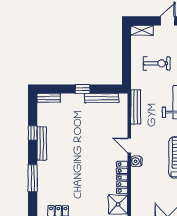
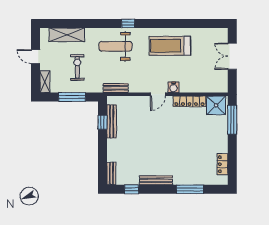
window: (126, 58) -> (72, 97), added
window: (82, 89) -> (103, 122), moved
bench: (136, 107) -> (116, 88), width x0.73
window: (33, 133) -> (132, 189), moved

